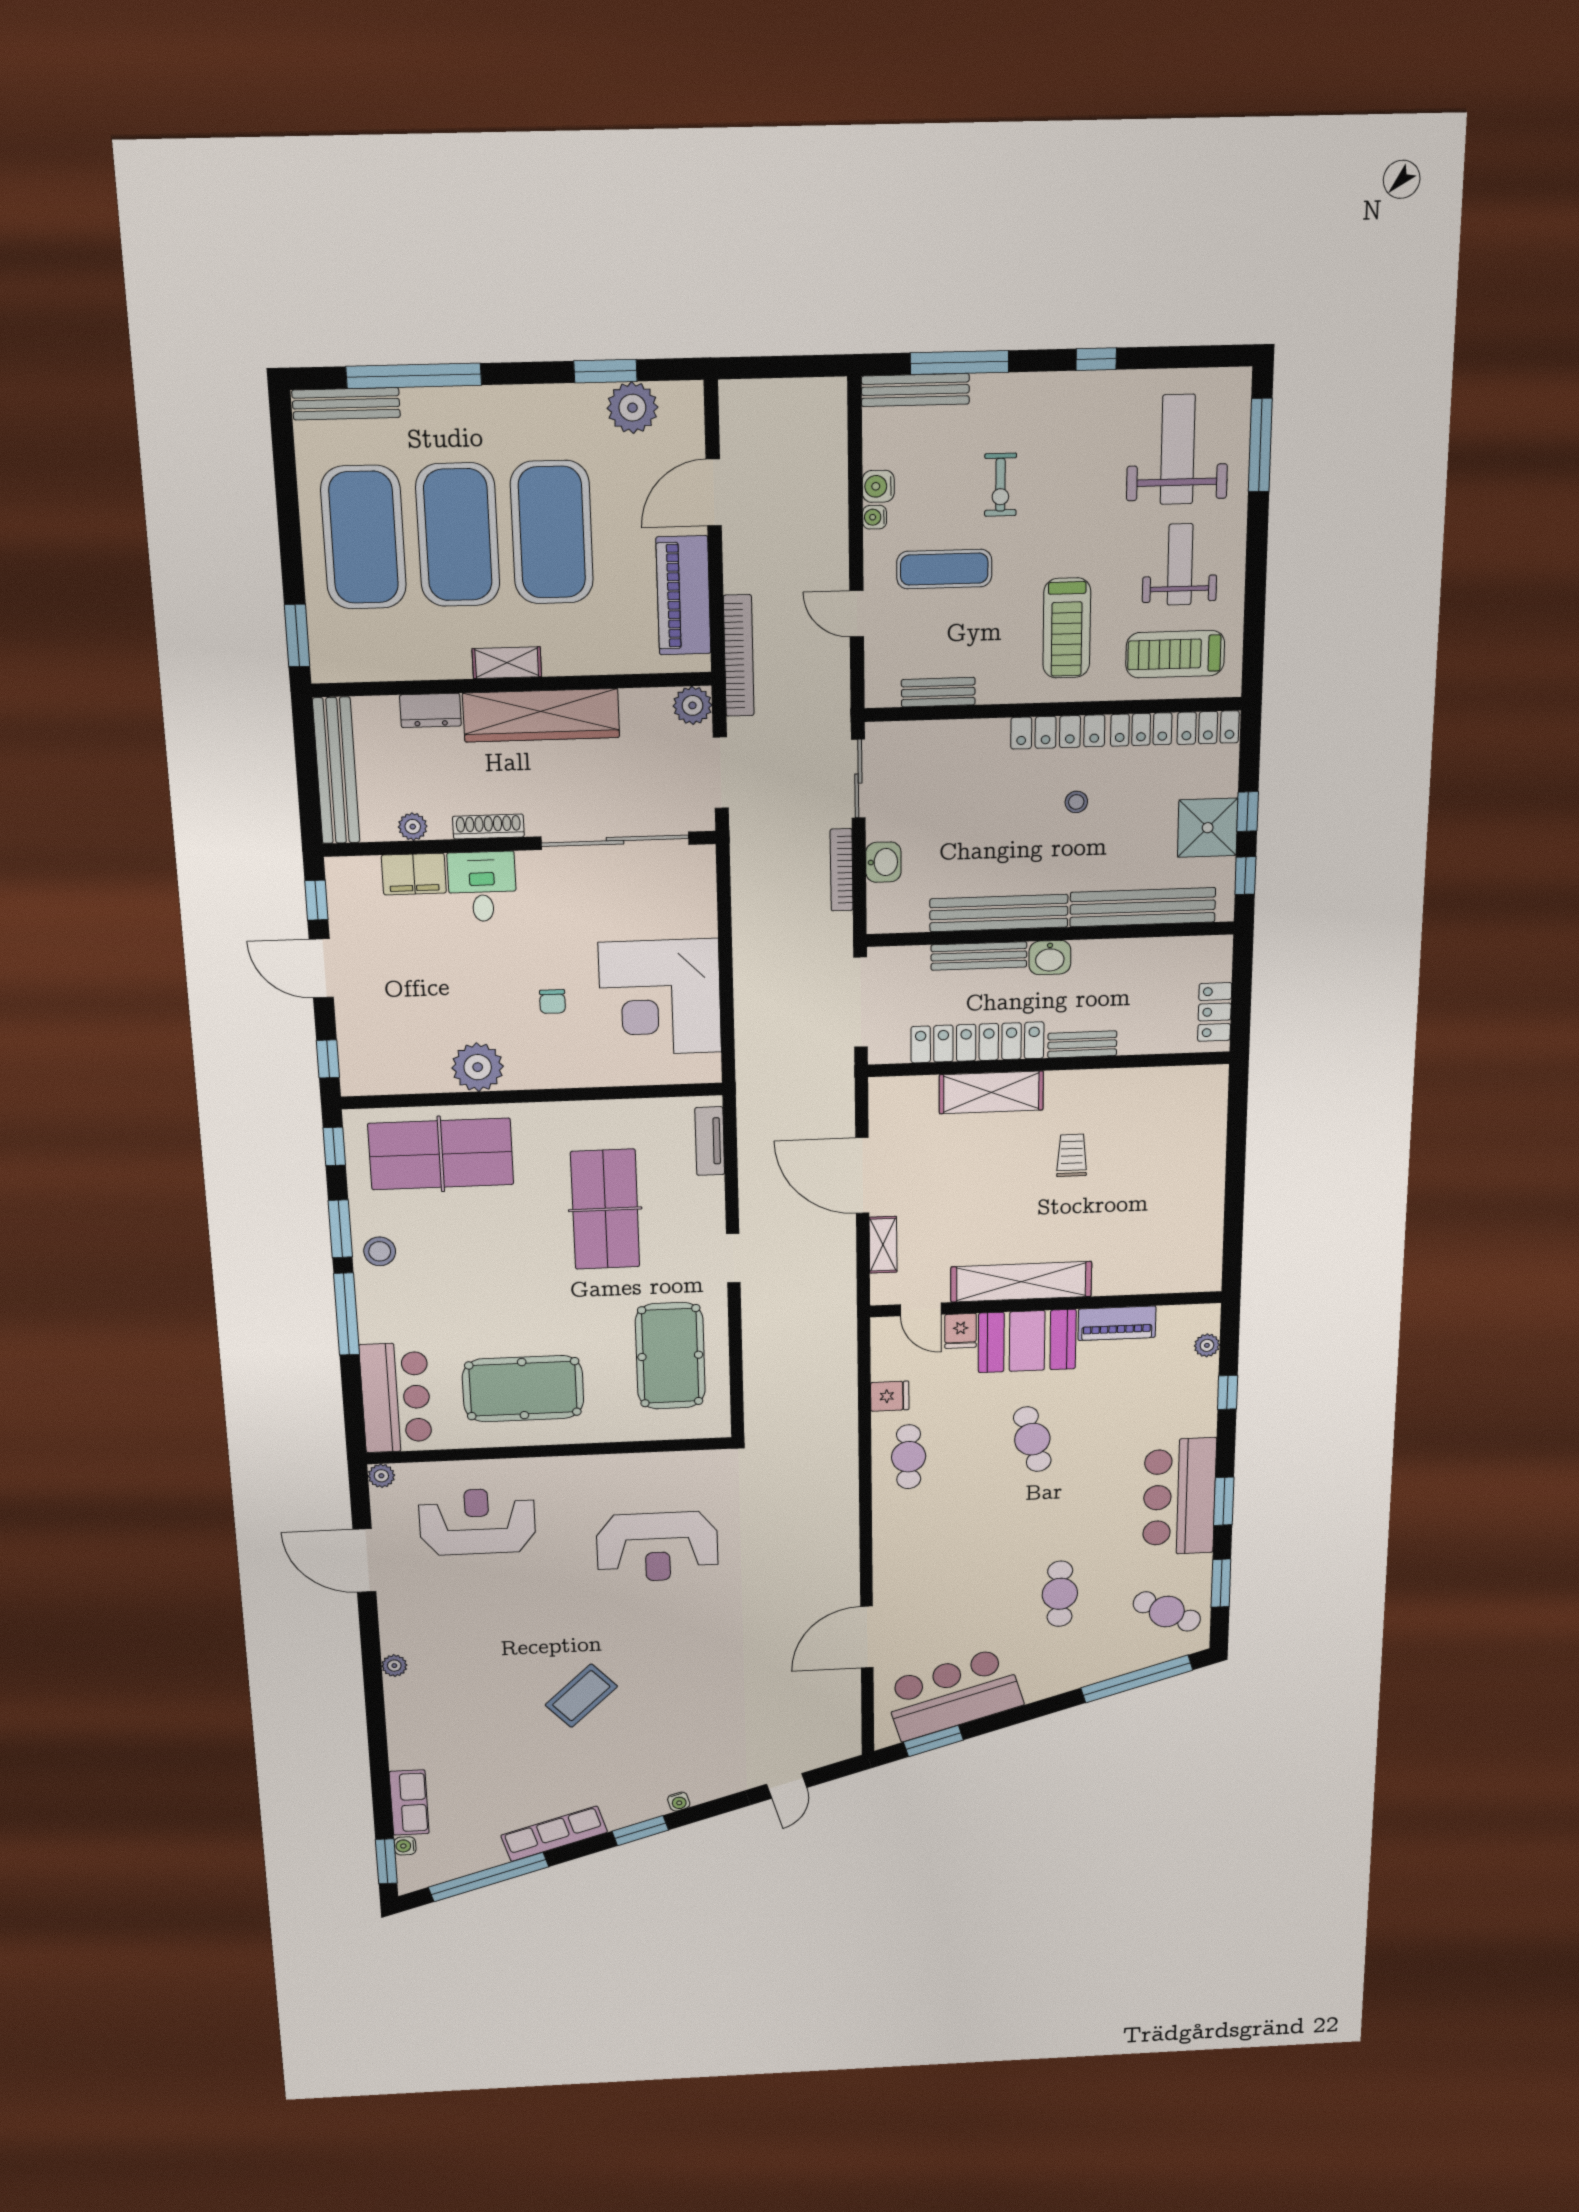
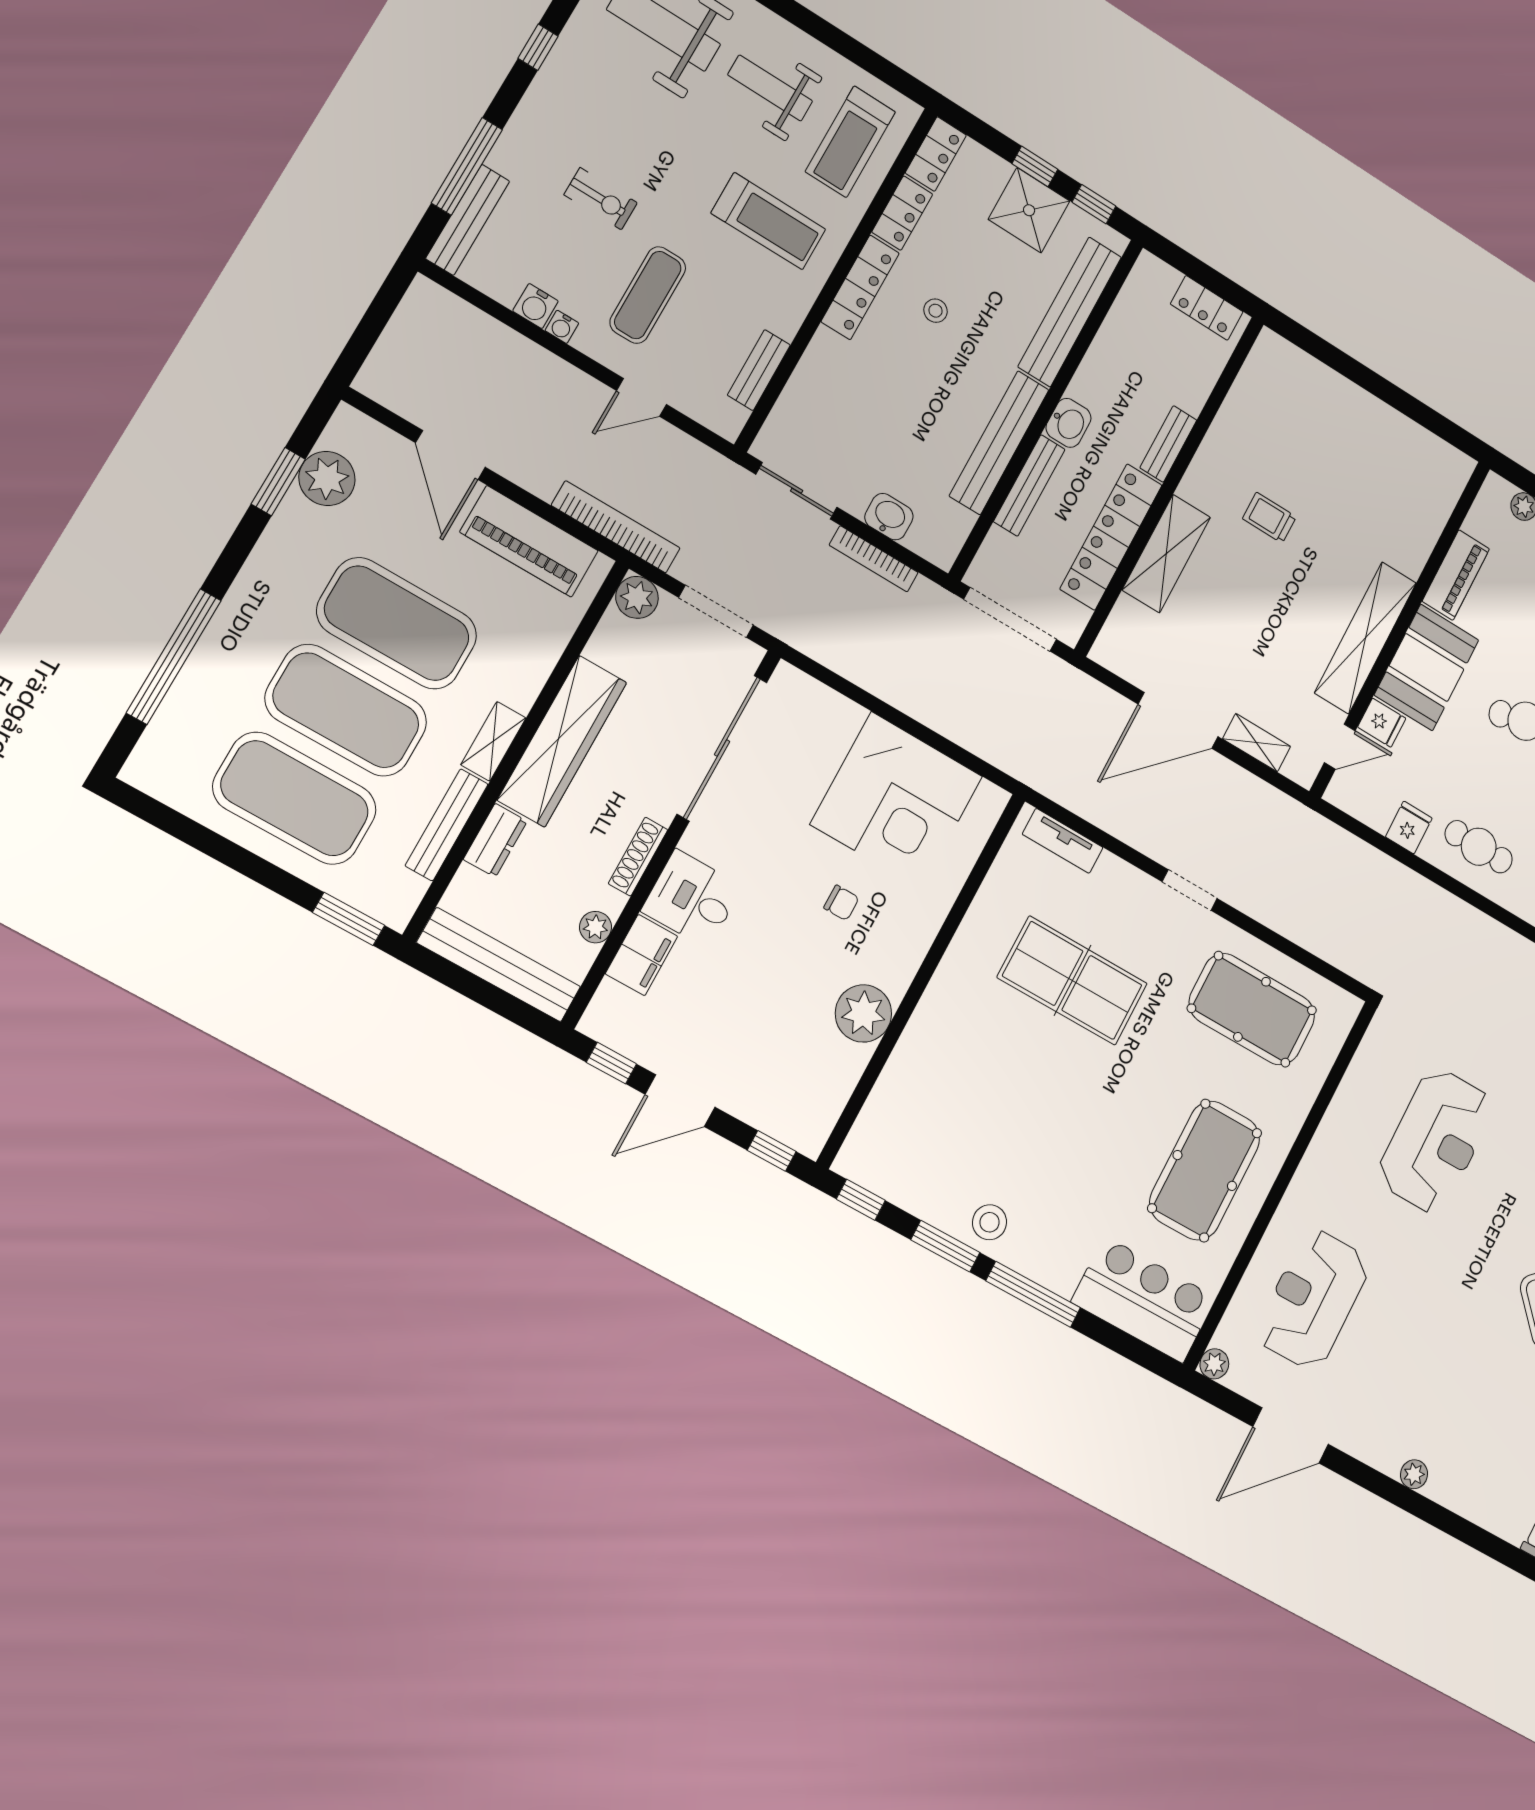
bench: (346, 404) -> (447, 825), moved
table tennis table: (441, 1154) -> (928, 1102), removed

